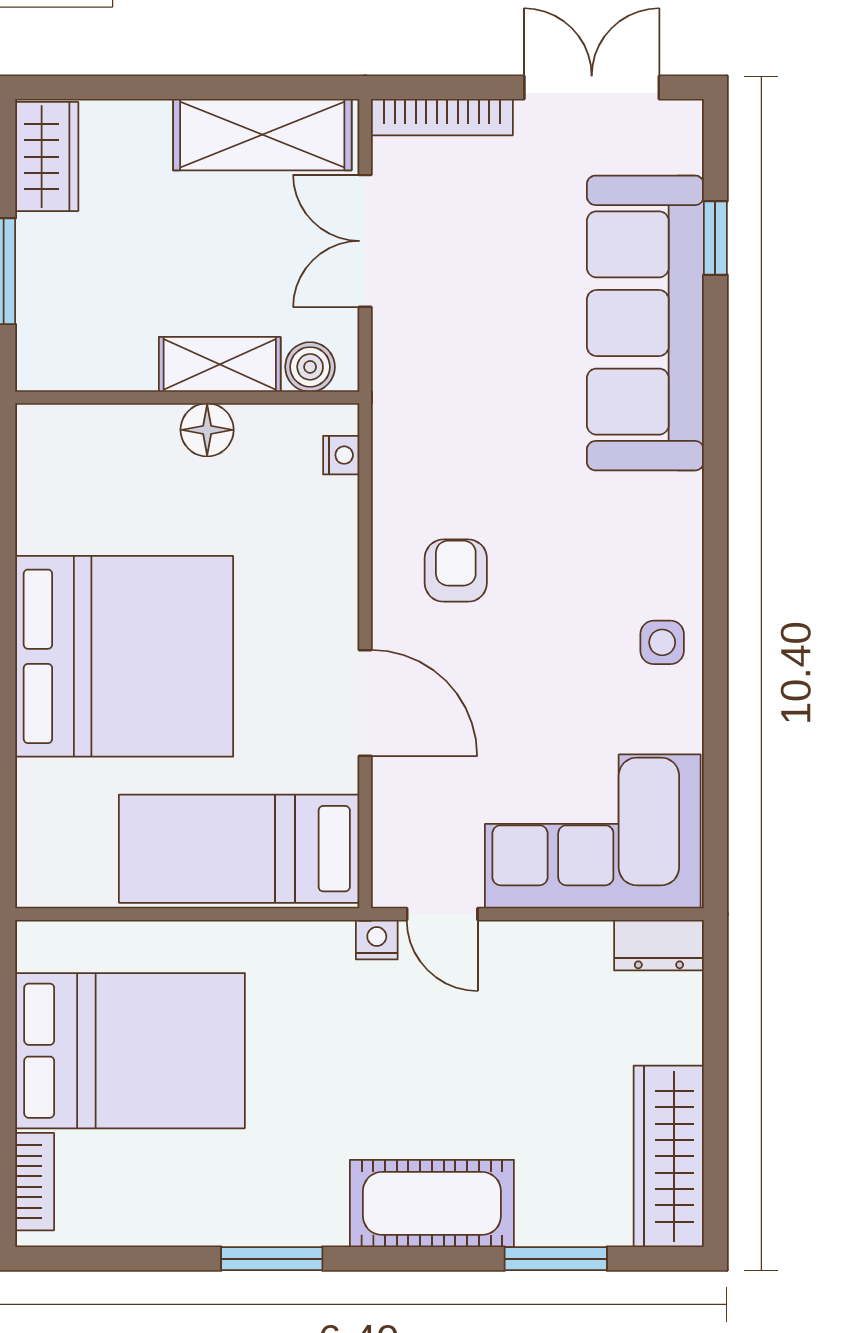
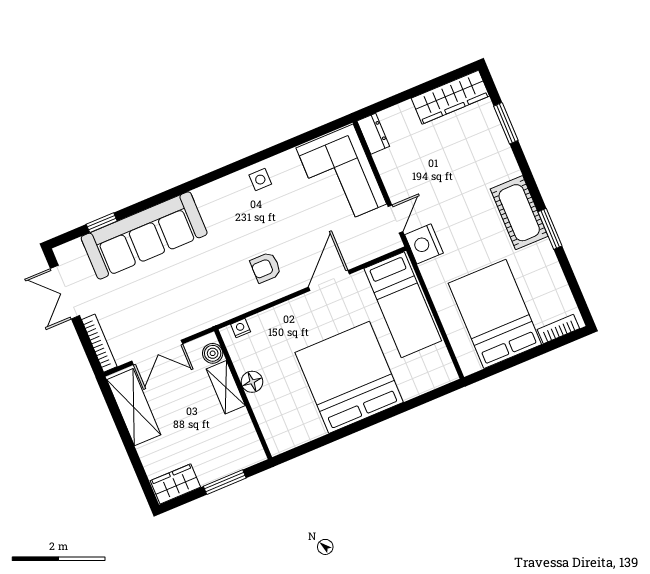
nightstand: (377, 940) -> (424, 244), width x1.89, depth x1.79
cot: (432, 1203) -> (519, 213), moved

